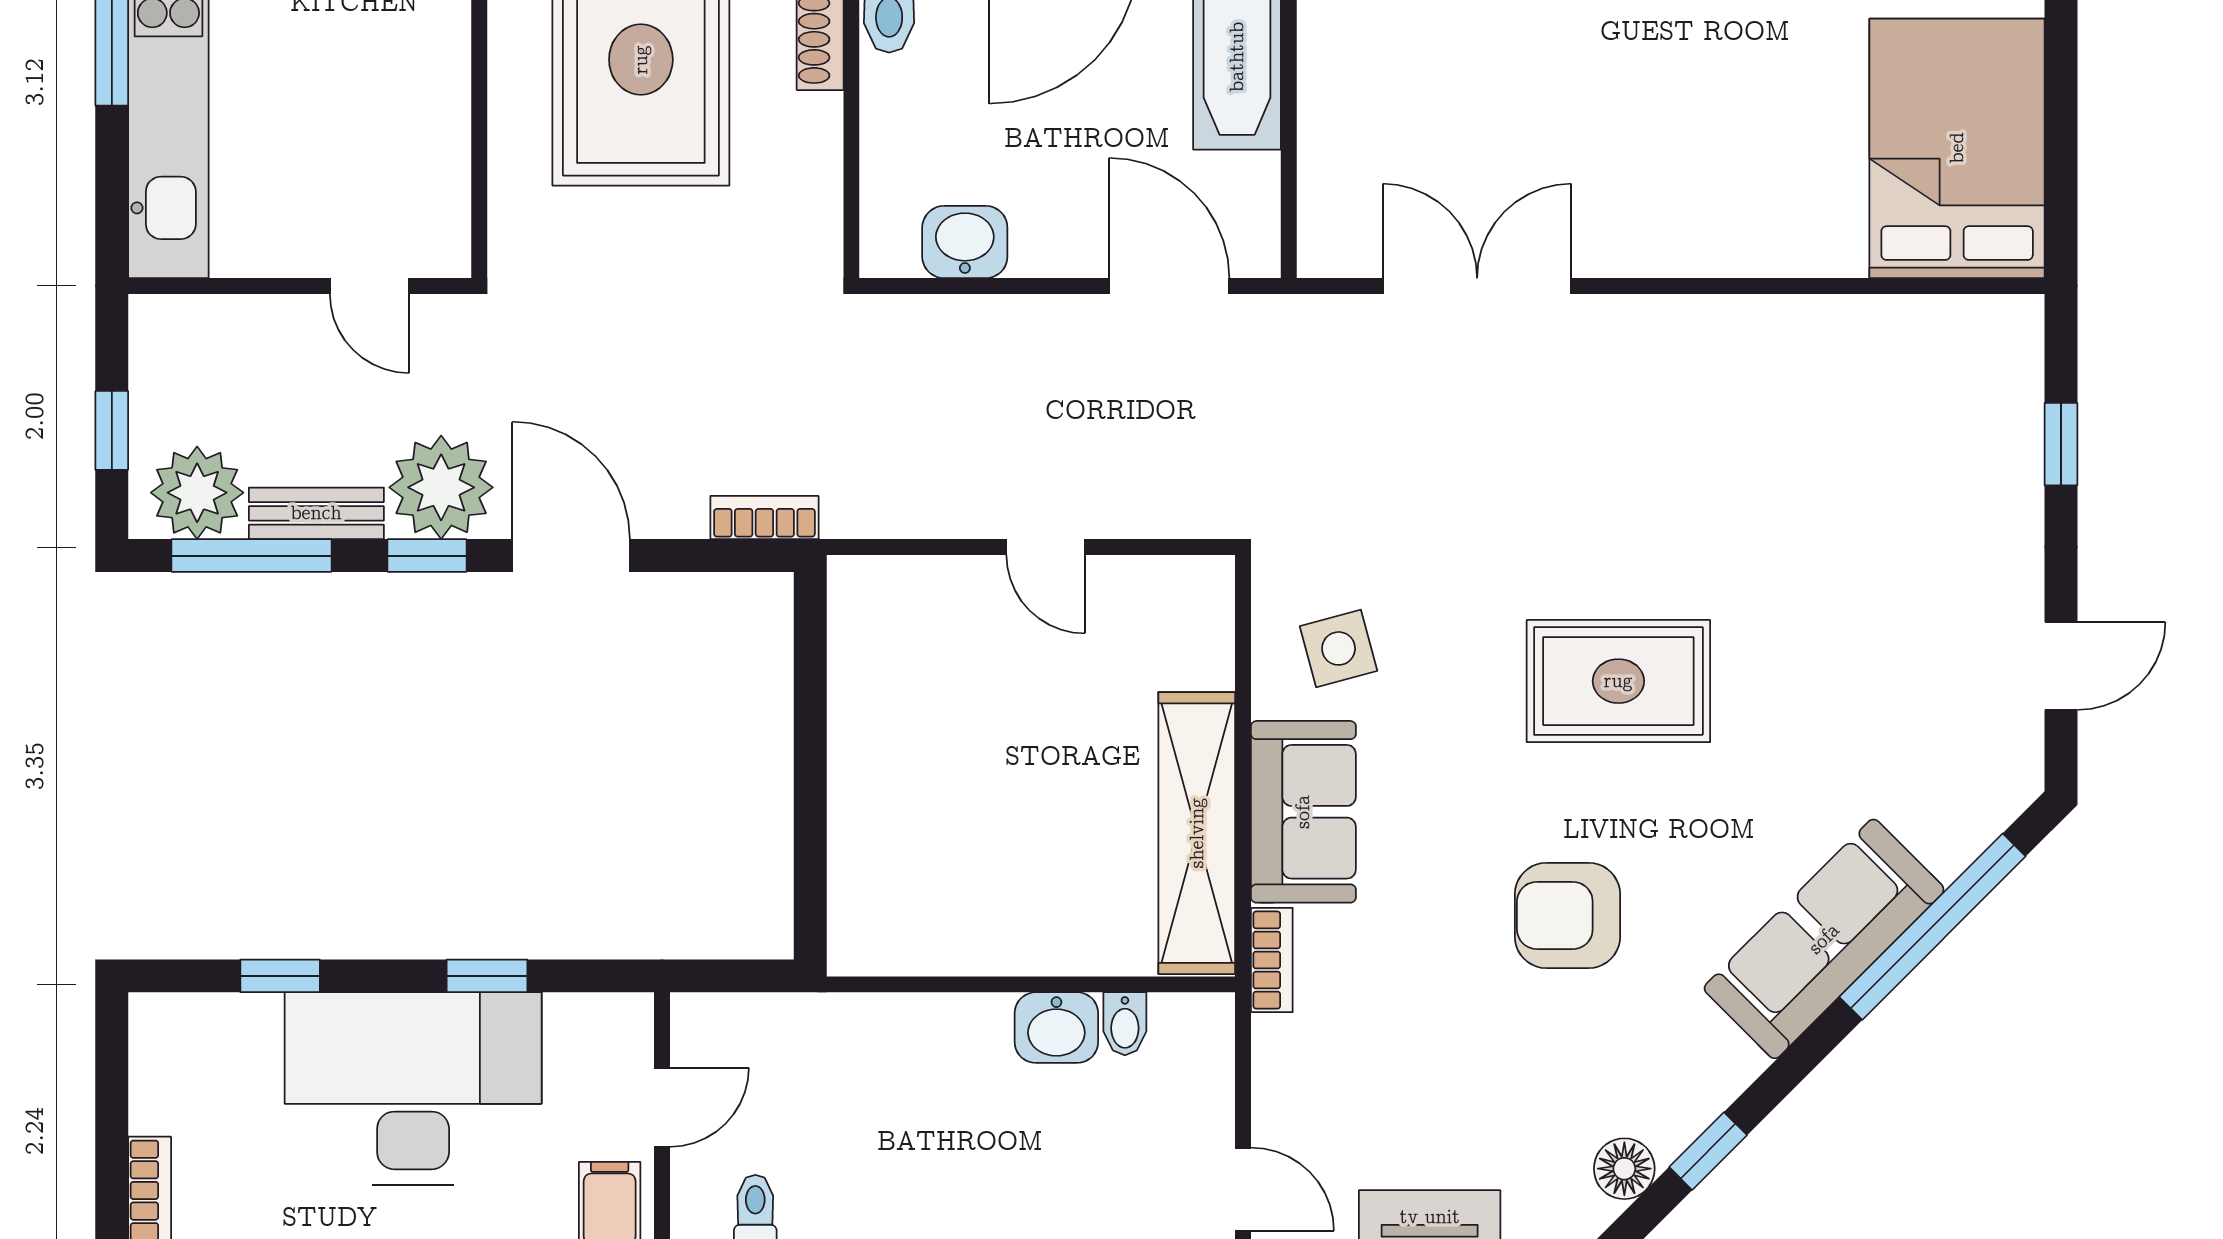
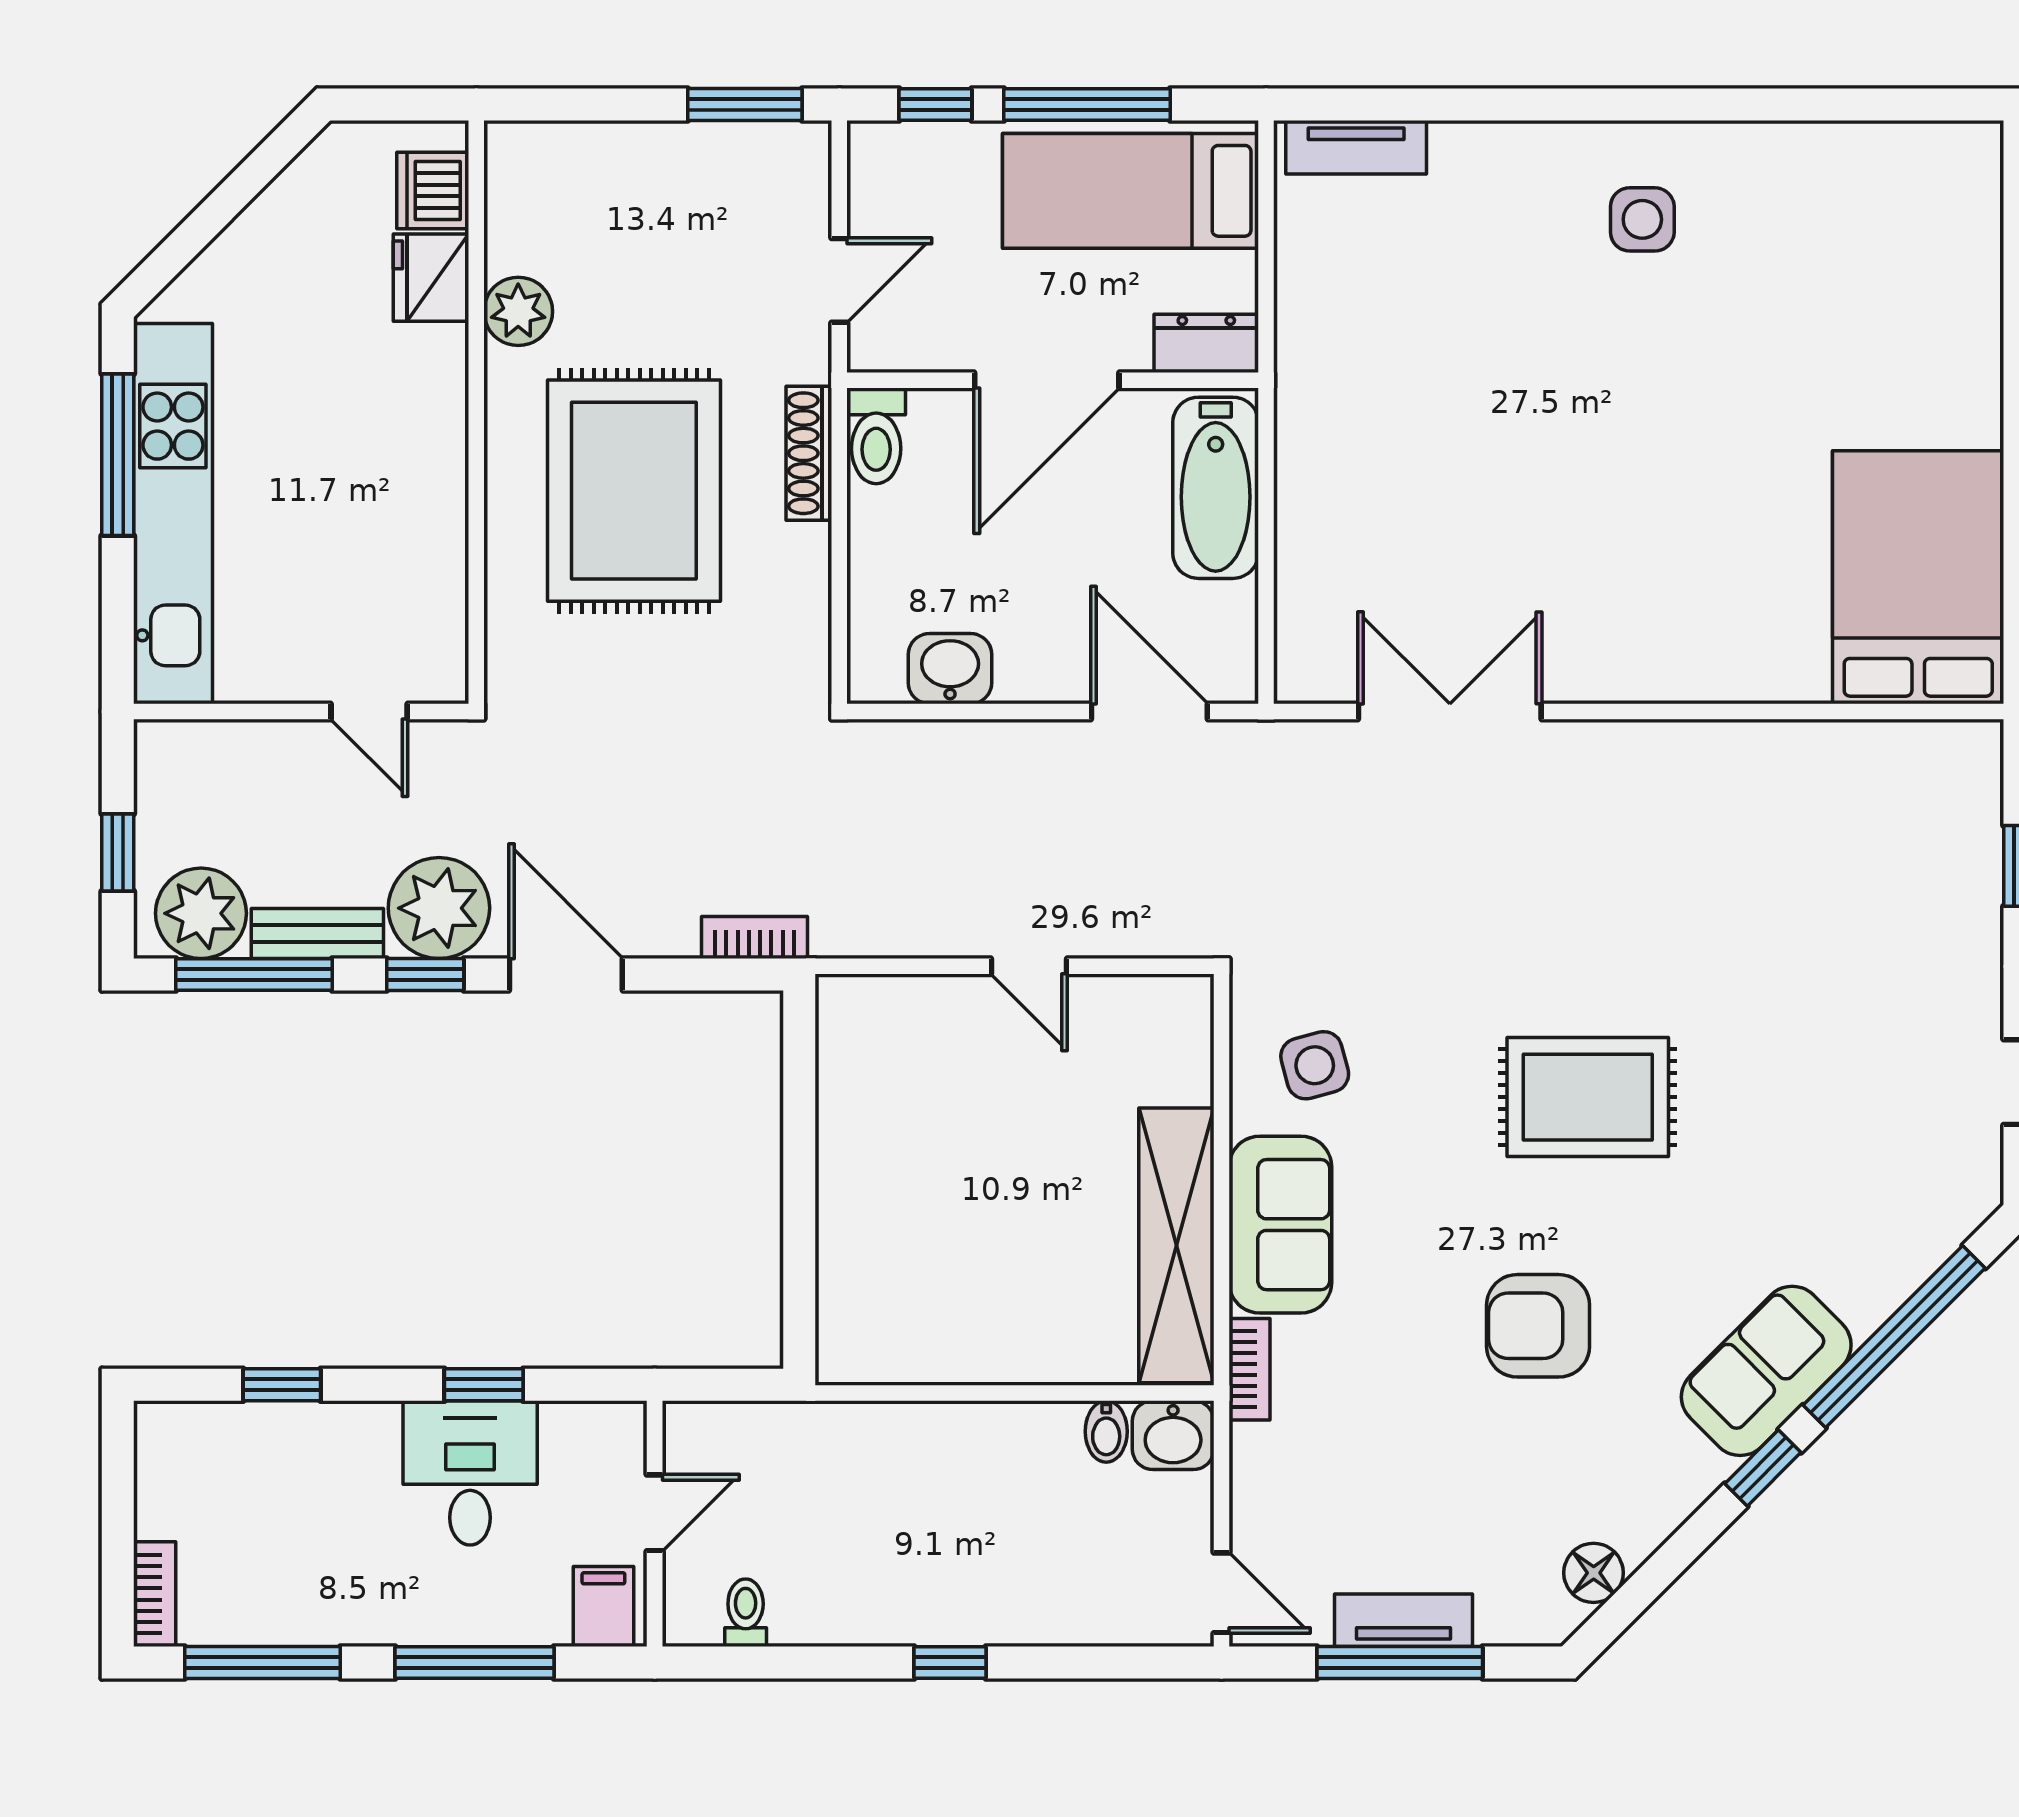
sofa: (1824, 939) -> (1766, 1371), width x0.73
washbasin: (1056, 1028) -> (1173, 1435), moved
desk: (413, 1088) -> (470, 1473), width x0.53, depth x0.77
window: (1708, 1151) -> (1763, 1468), moved

